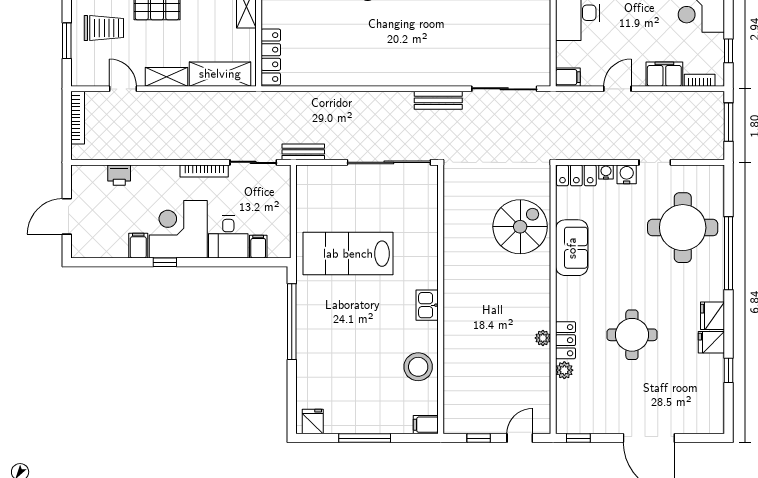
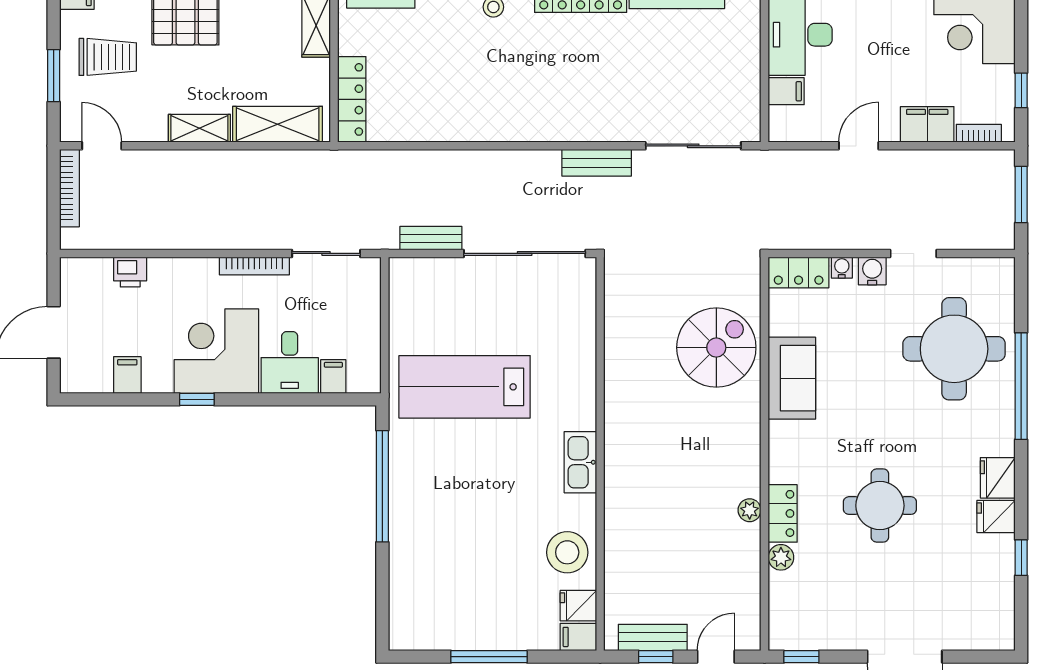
filing cabinet: (568, 77) -> (786, 91), moved
door: (123, 89) -> (102, 146), moved
bench: (303, 152) -> (431, 238), moved
filing cabinet: (138, 246) -> (127, 375), moved
kitchen sink: (427, 305) -> (580, 462), width x1.38
fridge: (313, 422) -> (578, 606), moved, turned -90
bench: (477, 425) -> (653, 637), added

